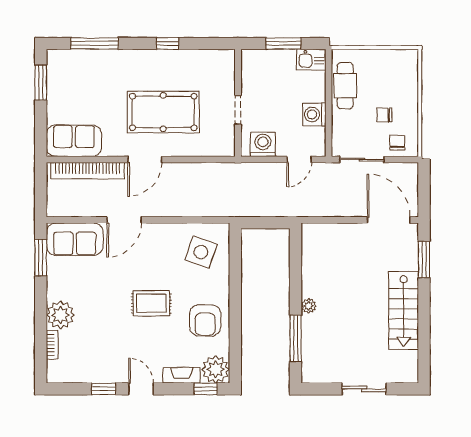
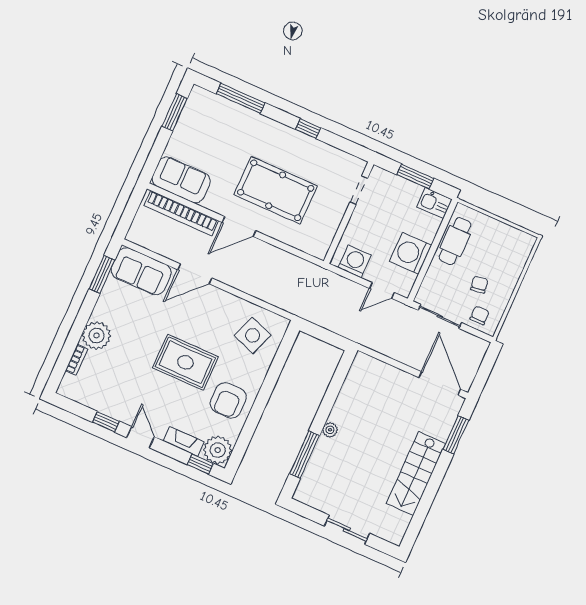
doorway: (238, 110) -> (359, 190), moved
washing machine: (314, 115) -> (411, 253), width x1.37, depth x1.37
chair: (385, 115) -> (479, 285), turned 81
rug: (151, 303) -> (185, 362), width x1.36, depth x1.43

